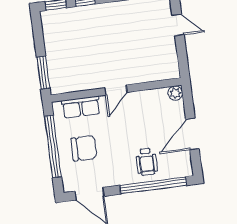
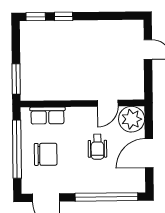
door: (116, 90) -> (108, 103), moved
plant: (175, 93) -> (132, 119), width x1.88, depth x1.88
wheelchair: (147, 162) -> (97, 147), moved

